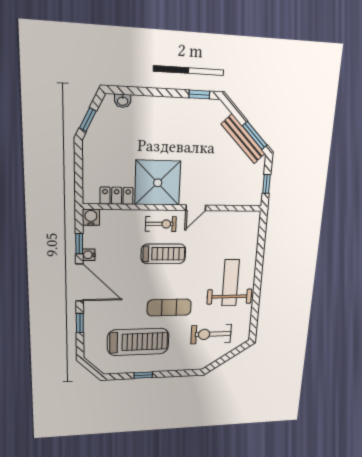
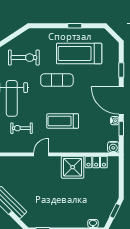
shower: (158, 183) -> (73, 167), width x0.73, depth x0.73
exercise bike: (161, 224) -> (21, 128), moved

